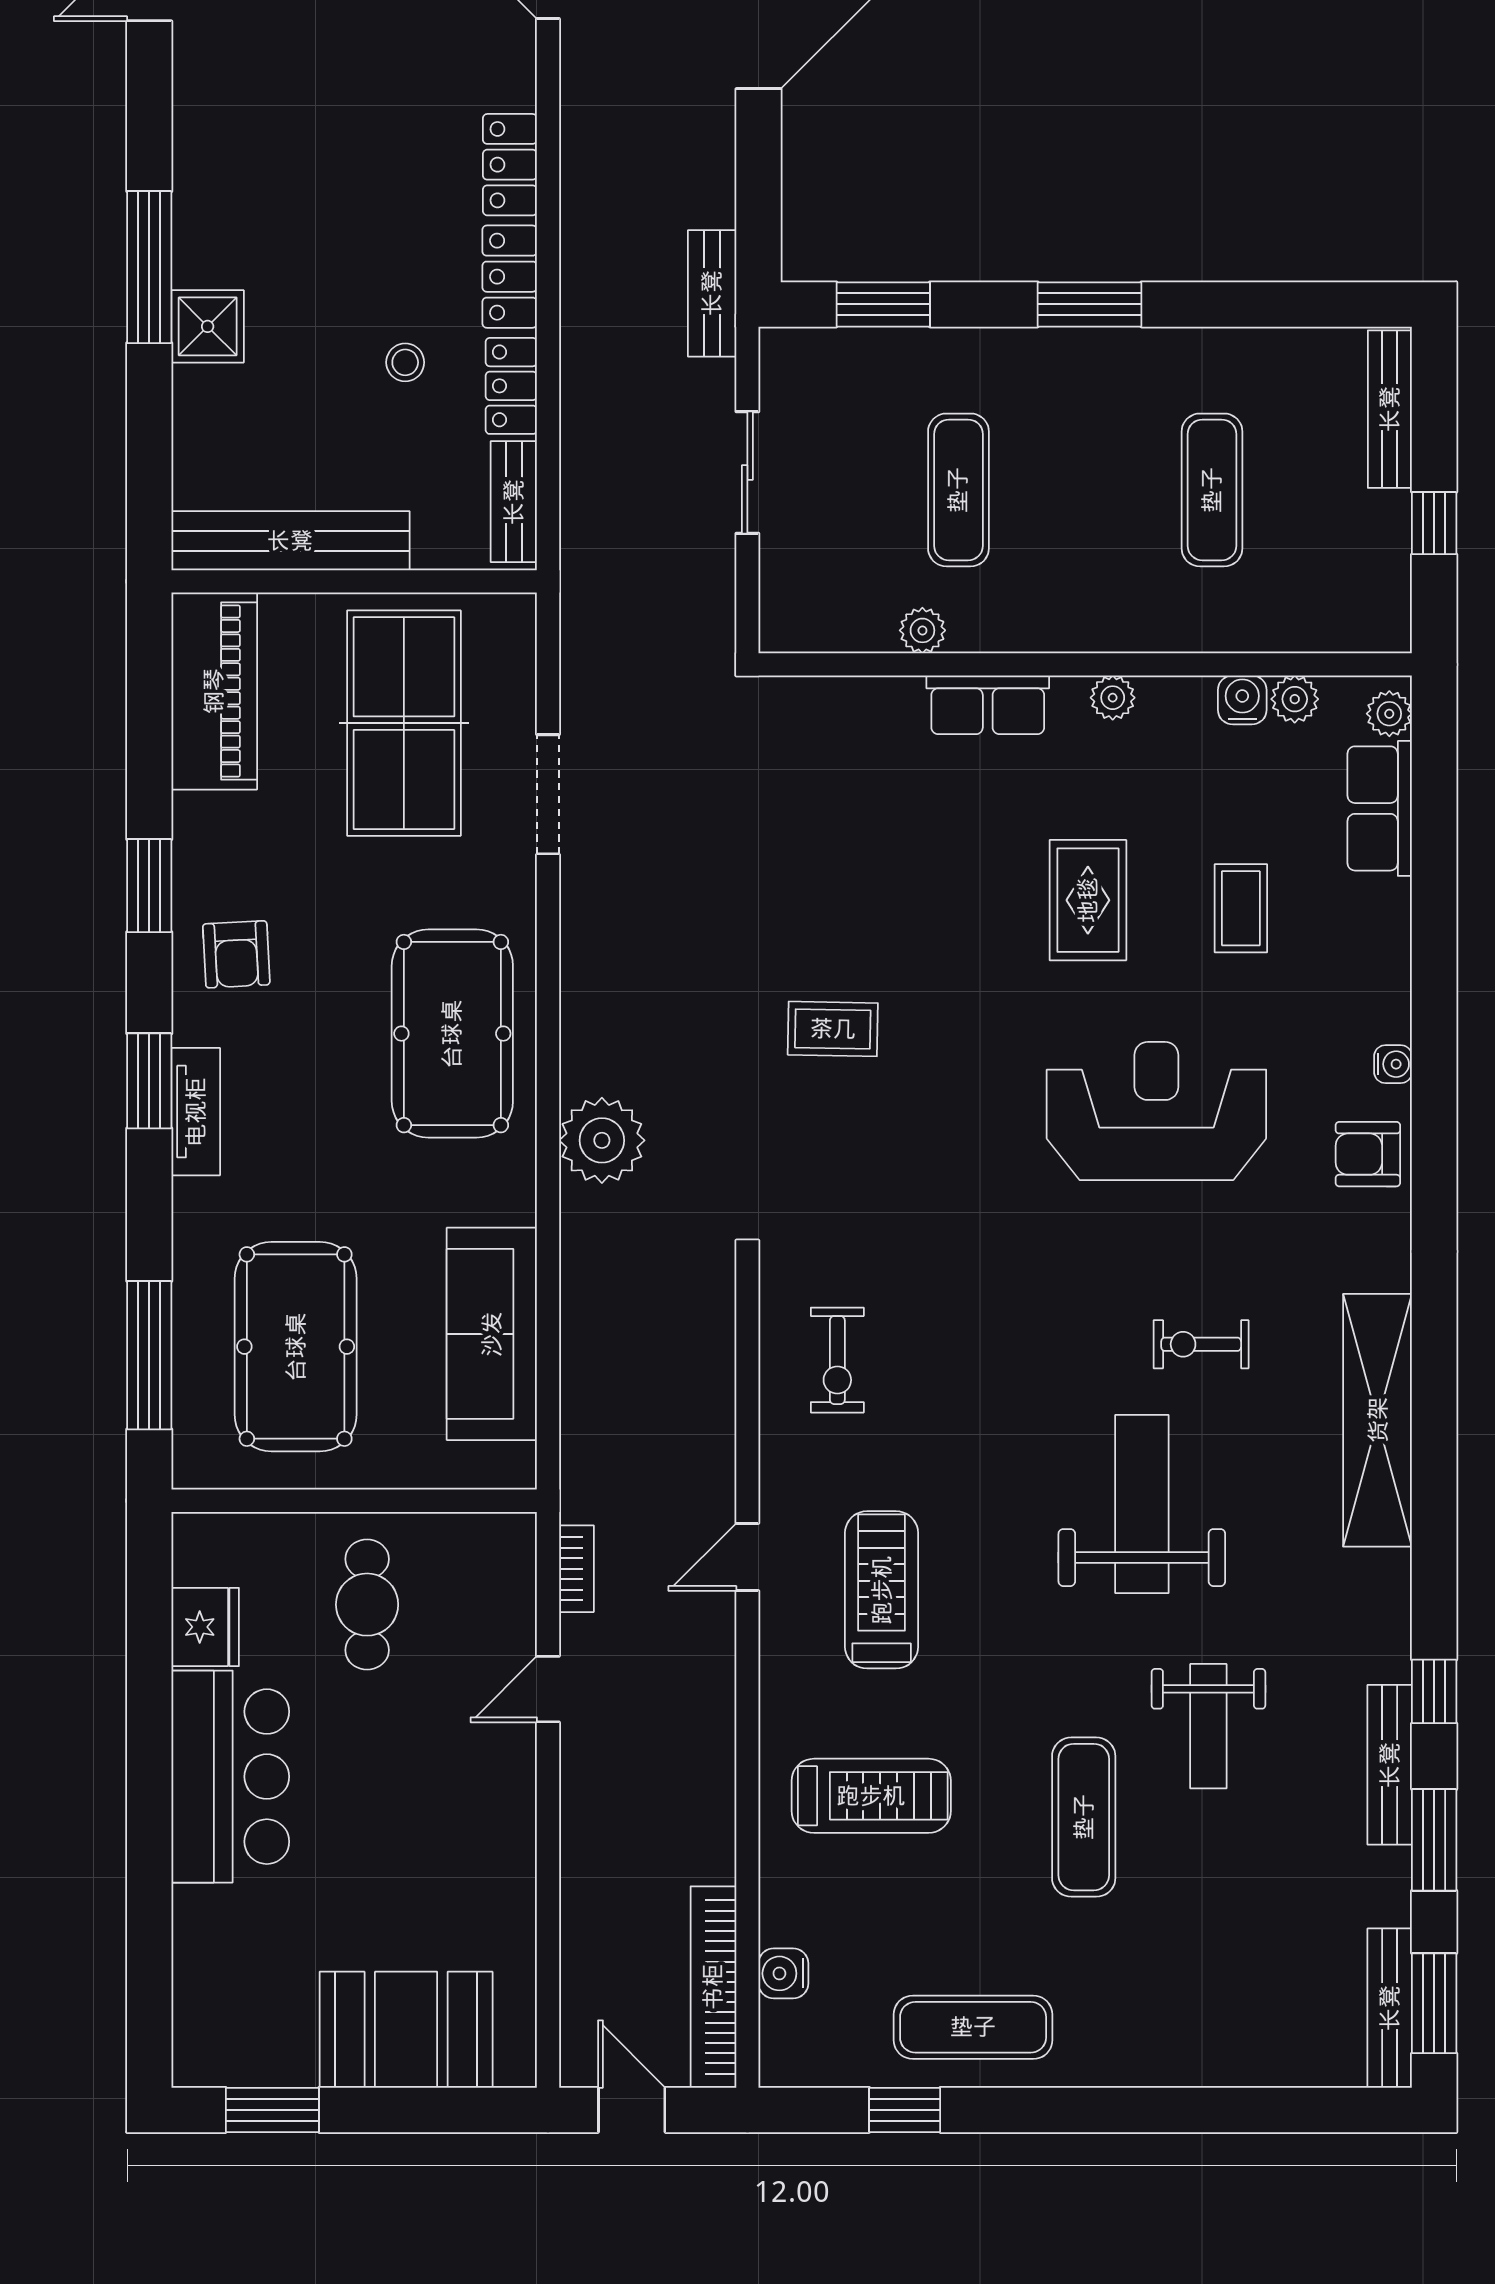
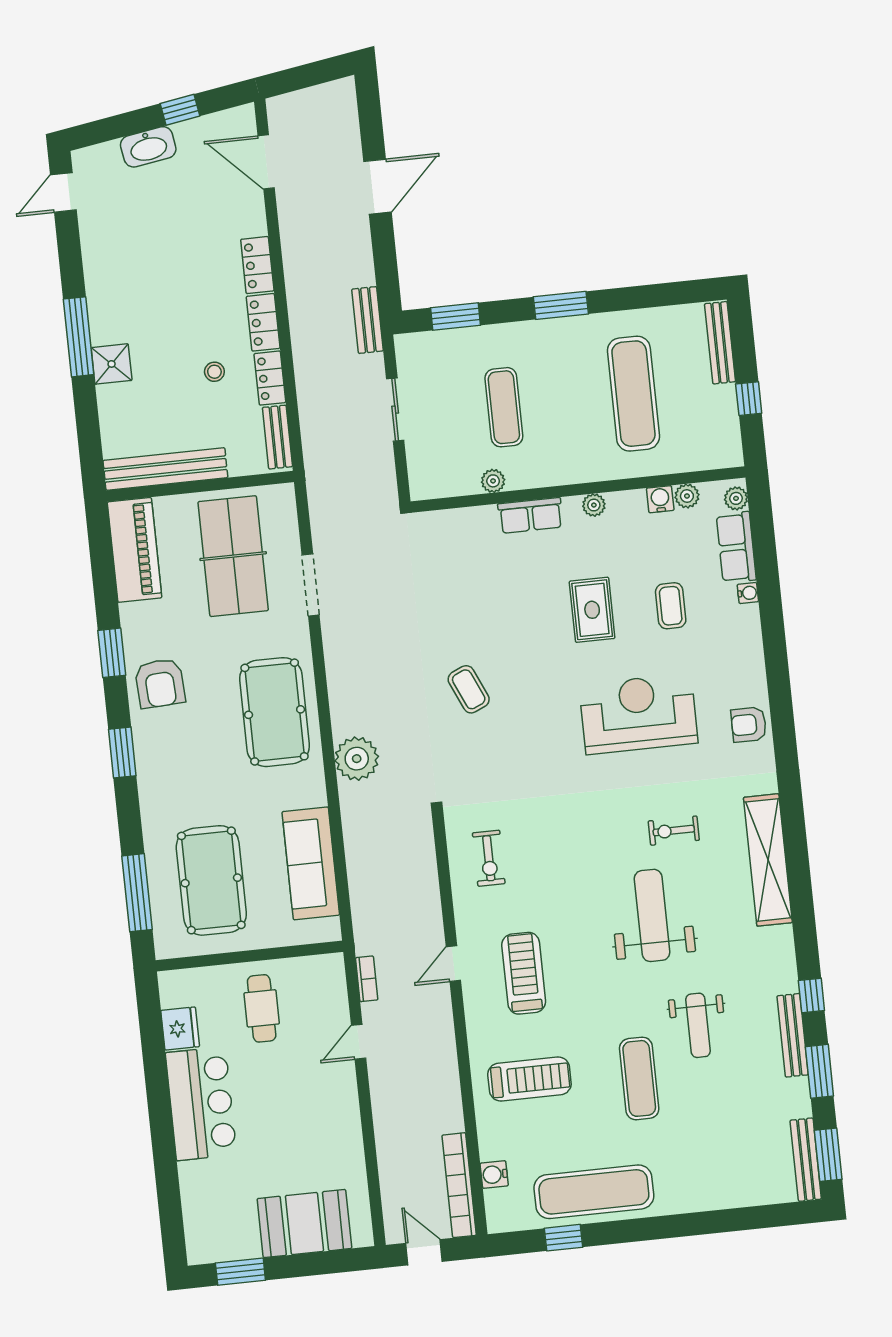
exercise mat: (1212, 490) -> (633, 394), width x1.36, depth x1.45
armchair: (236, 954) -> (160, 683), width x1.38, depth x1.38
coffee table: (833, 1029) -> (469, 689), turned 65
water cooler: (1393, 1064) -> (748, 593), moved
tv unit: (196, 1112) -> (148, 766), removed
exercise mat: (973, 2027) -> (594, 1192), width x1.36, depth x1.45

